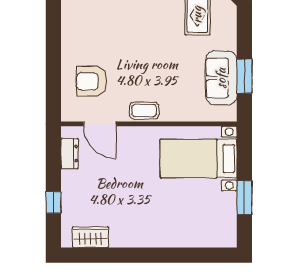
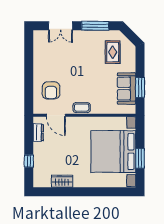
armchair: (92, 81) -> (51, 90), turned -90
bed with nightstands: (199, 159) -> (113, 152), width x1.85
wardrobe: (91, 237) -> (62, 181), moved

